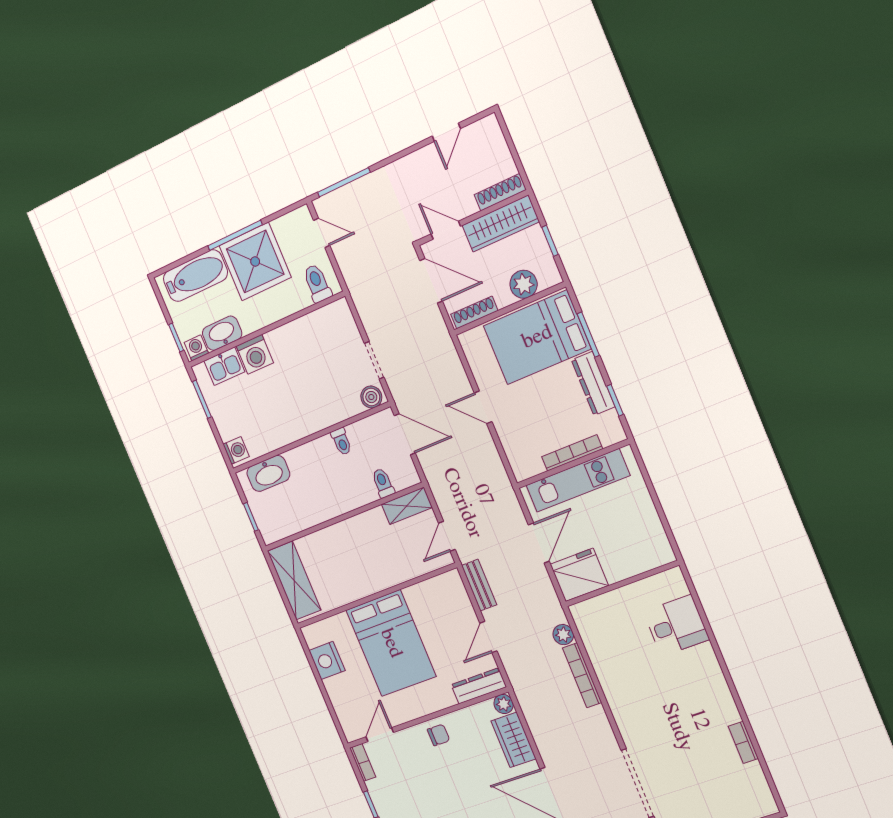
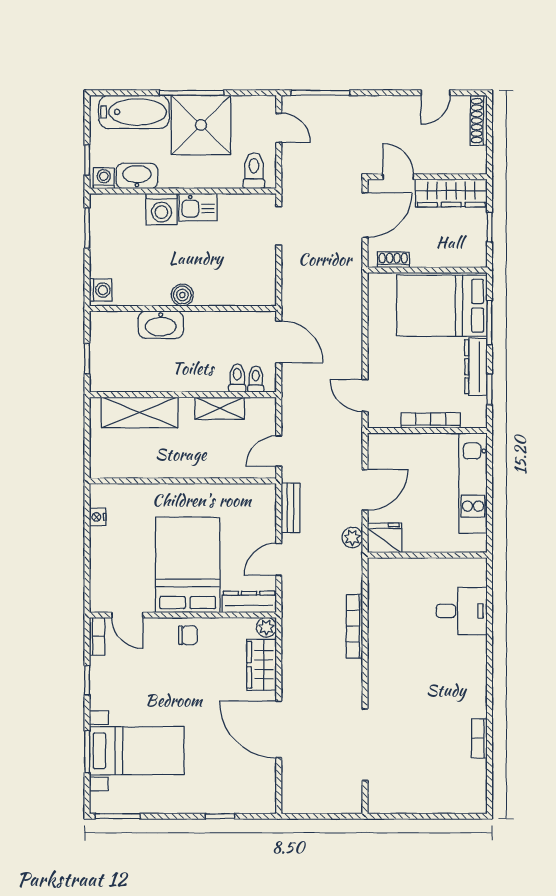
shoe rack: (500, 192) -> (479, 121), moved, turned -90
door: (431, 281) -> (365, 215), hinge flipped
plant: (524, 284) -> (449, 254), removed
shoe rack: (474, 313) -> (393, 260), width x0.70
doorway: (374, 360) -> (279, 226), moved
kitchen sink: (224, 366) -> (198, 207), moved
boiler: (371, 397) -> (182, 295), moved
door: (483, 407) -> (365, 396), moved
toilet: (341, 441) -> (256, 379), moved, turned 180
washbasin: (268, 473) -> (161, 325), moved
kitchen unit: (578, 480) -> (473, 483), moved, turned 90
shelving: (407, 506) -> (220, 408), moved
fridge: (579, 575) -> (385, 538), width x0.73, depth x0.75
shelving: (294, 581) -> (140, 412), moved, turned 90
plant: (563, 635) -> (352, 537), moved
bed: (391, 643) -> (188, 565), moved, turned 180
nightstand: (327, 660) -> (98, 517), width x0.53, depth x0.56
door: (380, 735) -> (127, 615), swing flipped

